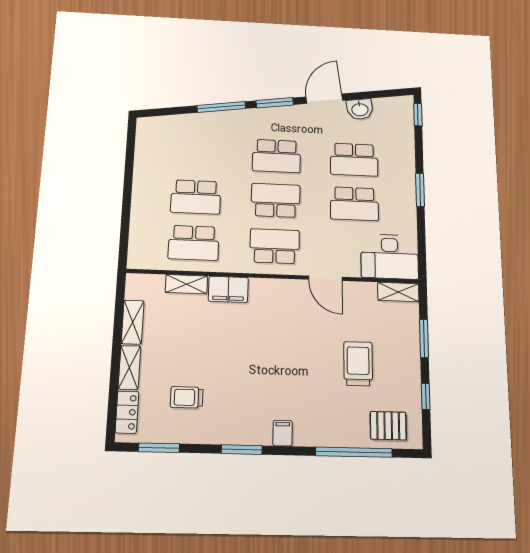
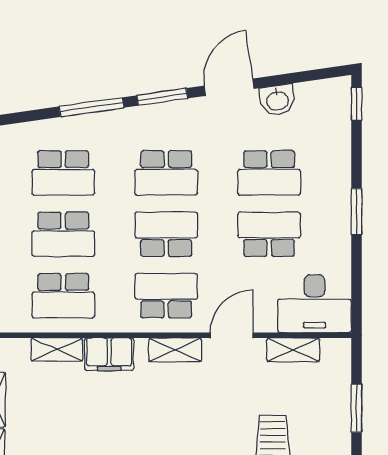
school desk: (198, 152) -> (63, 173), added
school desk: (354, 204) -> (269, 234), turned 180
door: (325, 278) -> (232, 335), swing flipped
shelving: (281, 288) -> (175, 350), added
shelving: (398, 292) -> (293, 350), moved

